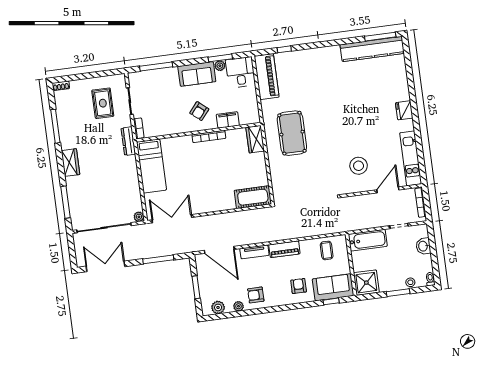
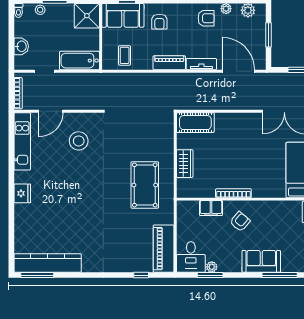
sofa: (197, 74) -> (261, 261), moved
wardrobe: (255, 139) -> (185, 164), moved

